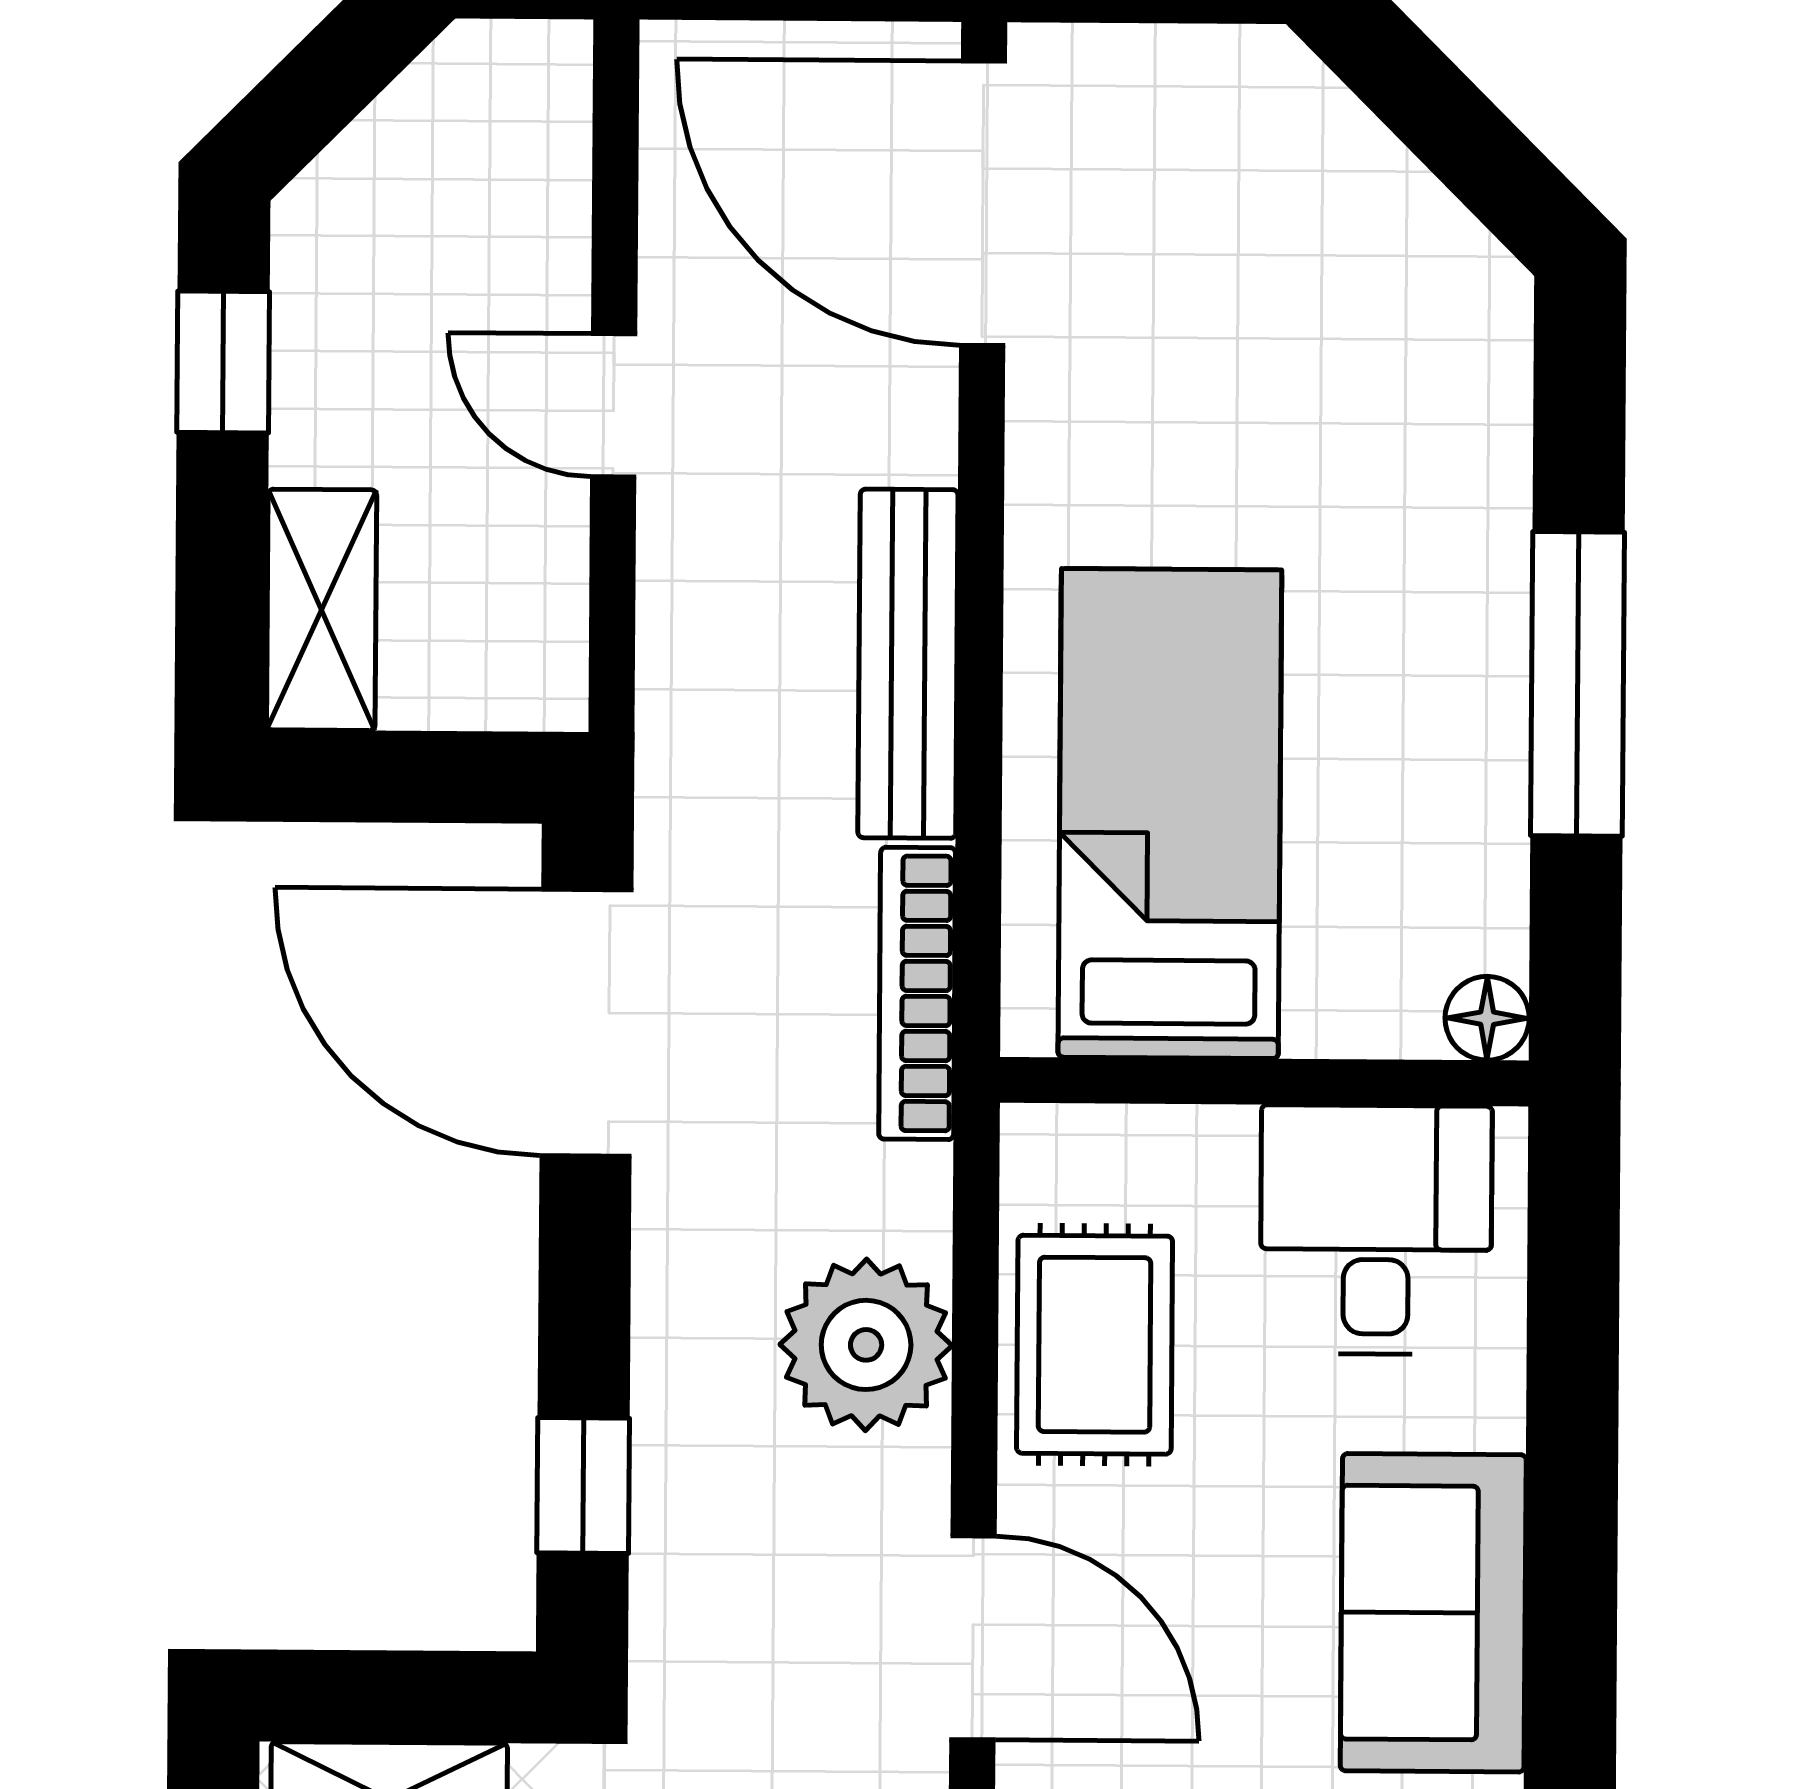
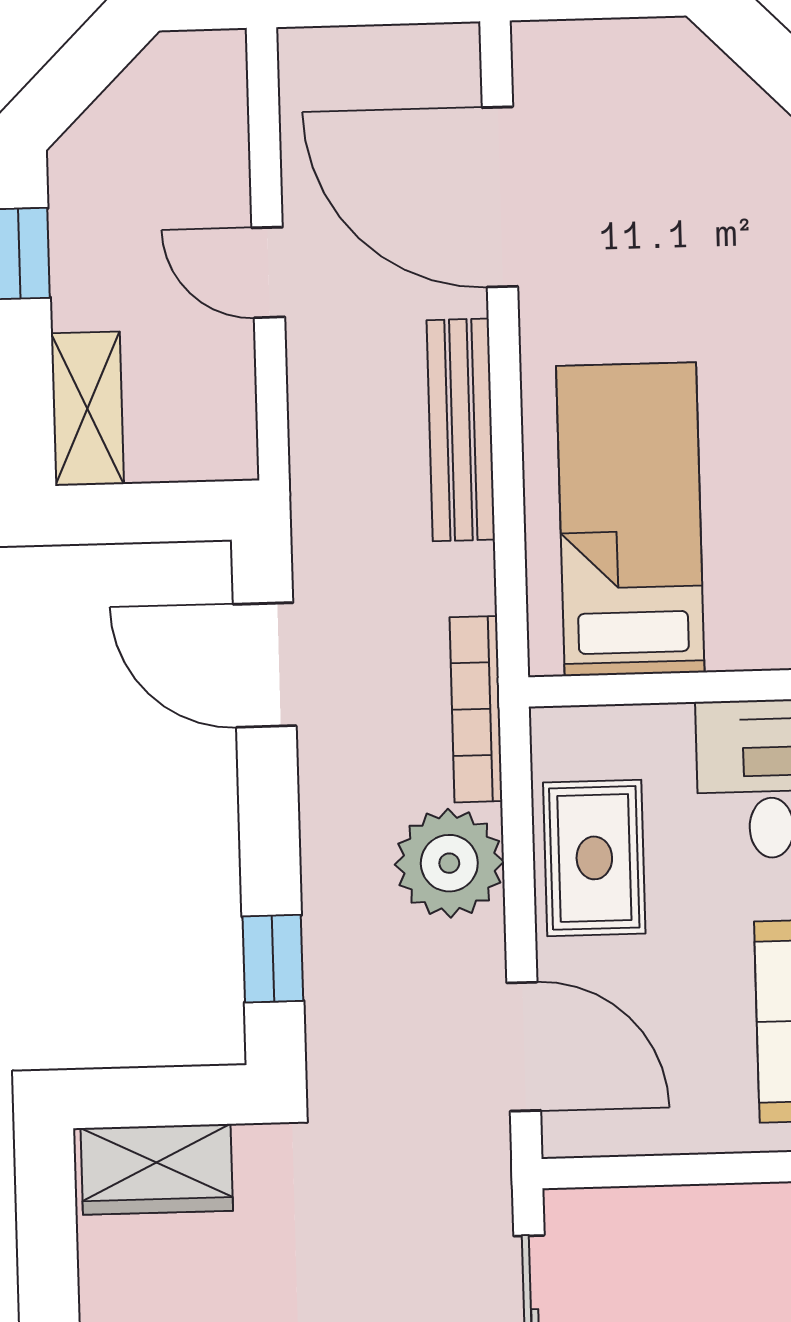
door: (983, 203) -> (500, 197), moved
bookcase: (917, 993) -> (476, 709), moved
door: (586, 1023) -> (265, 665), width x0.73

